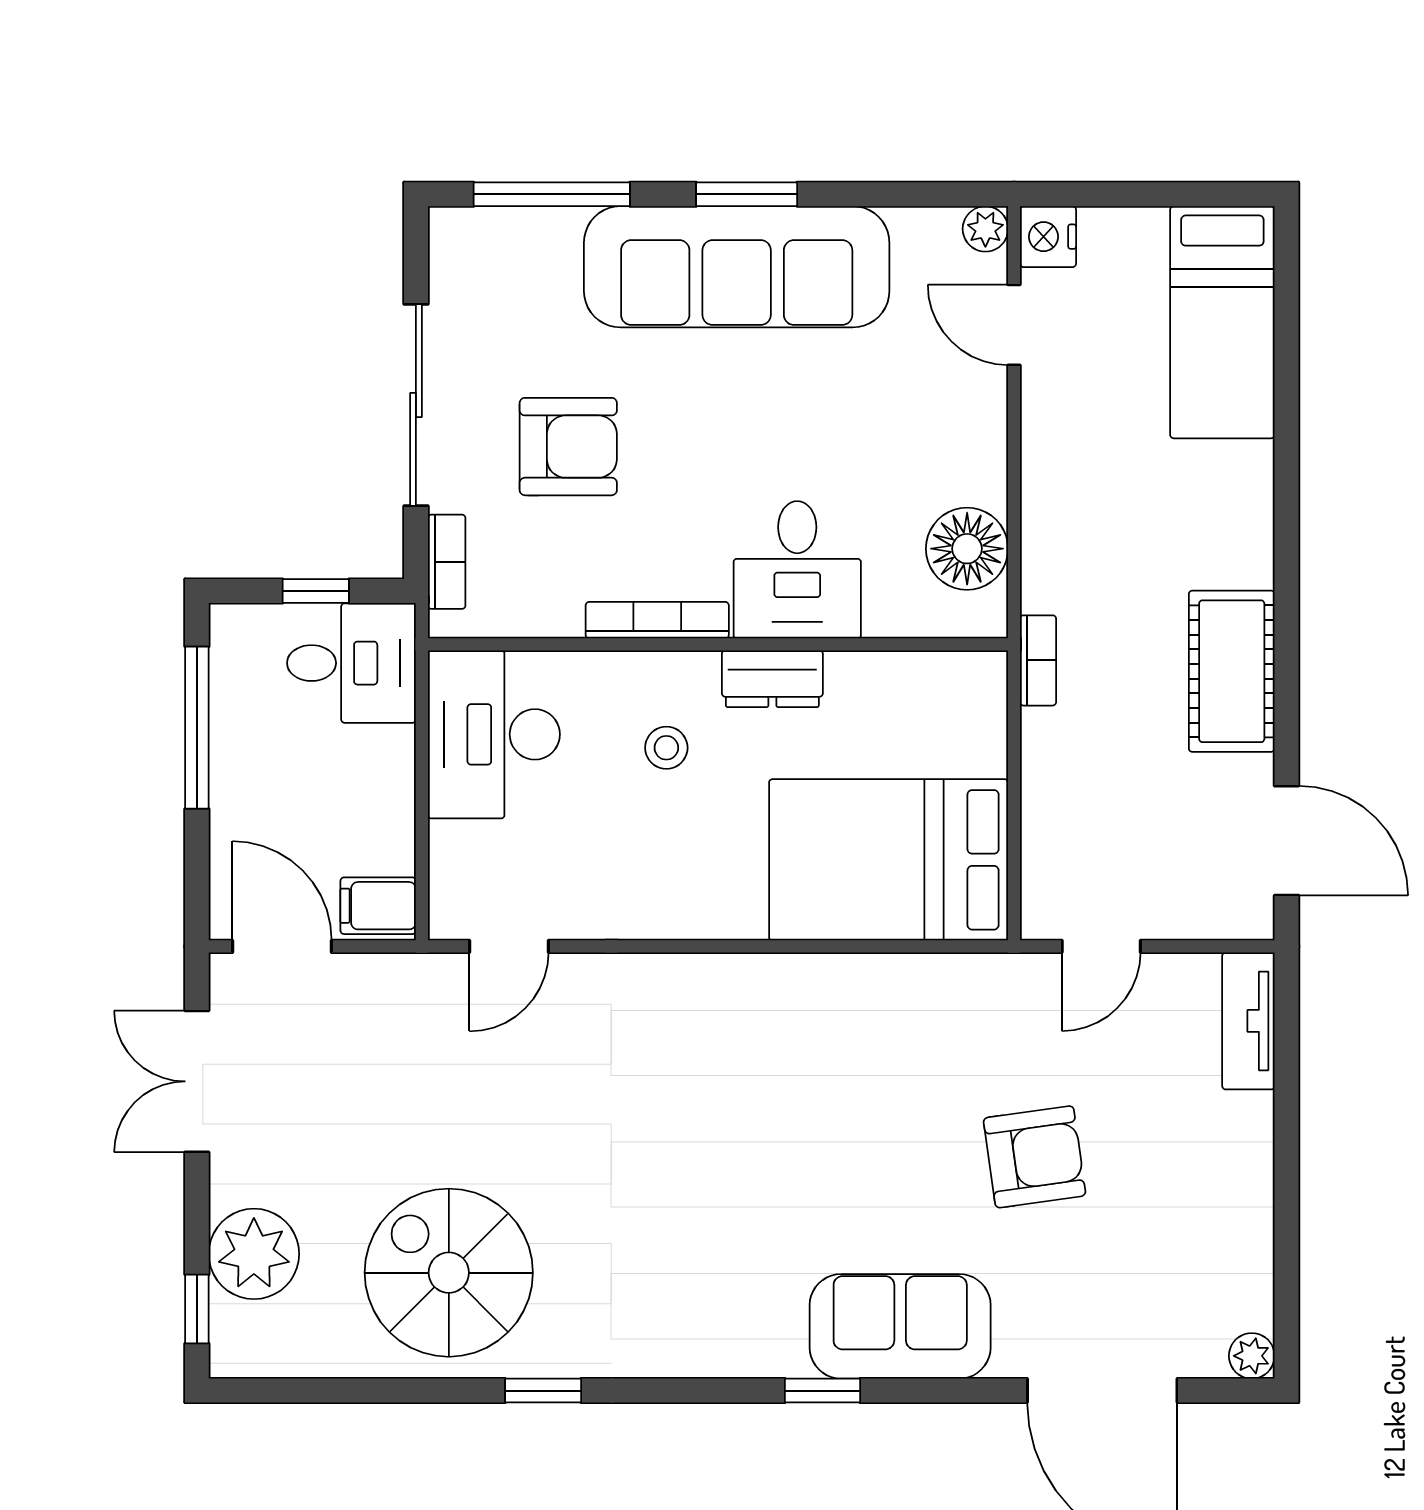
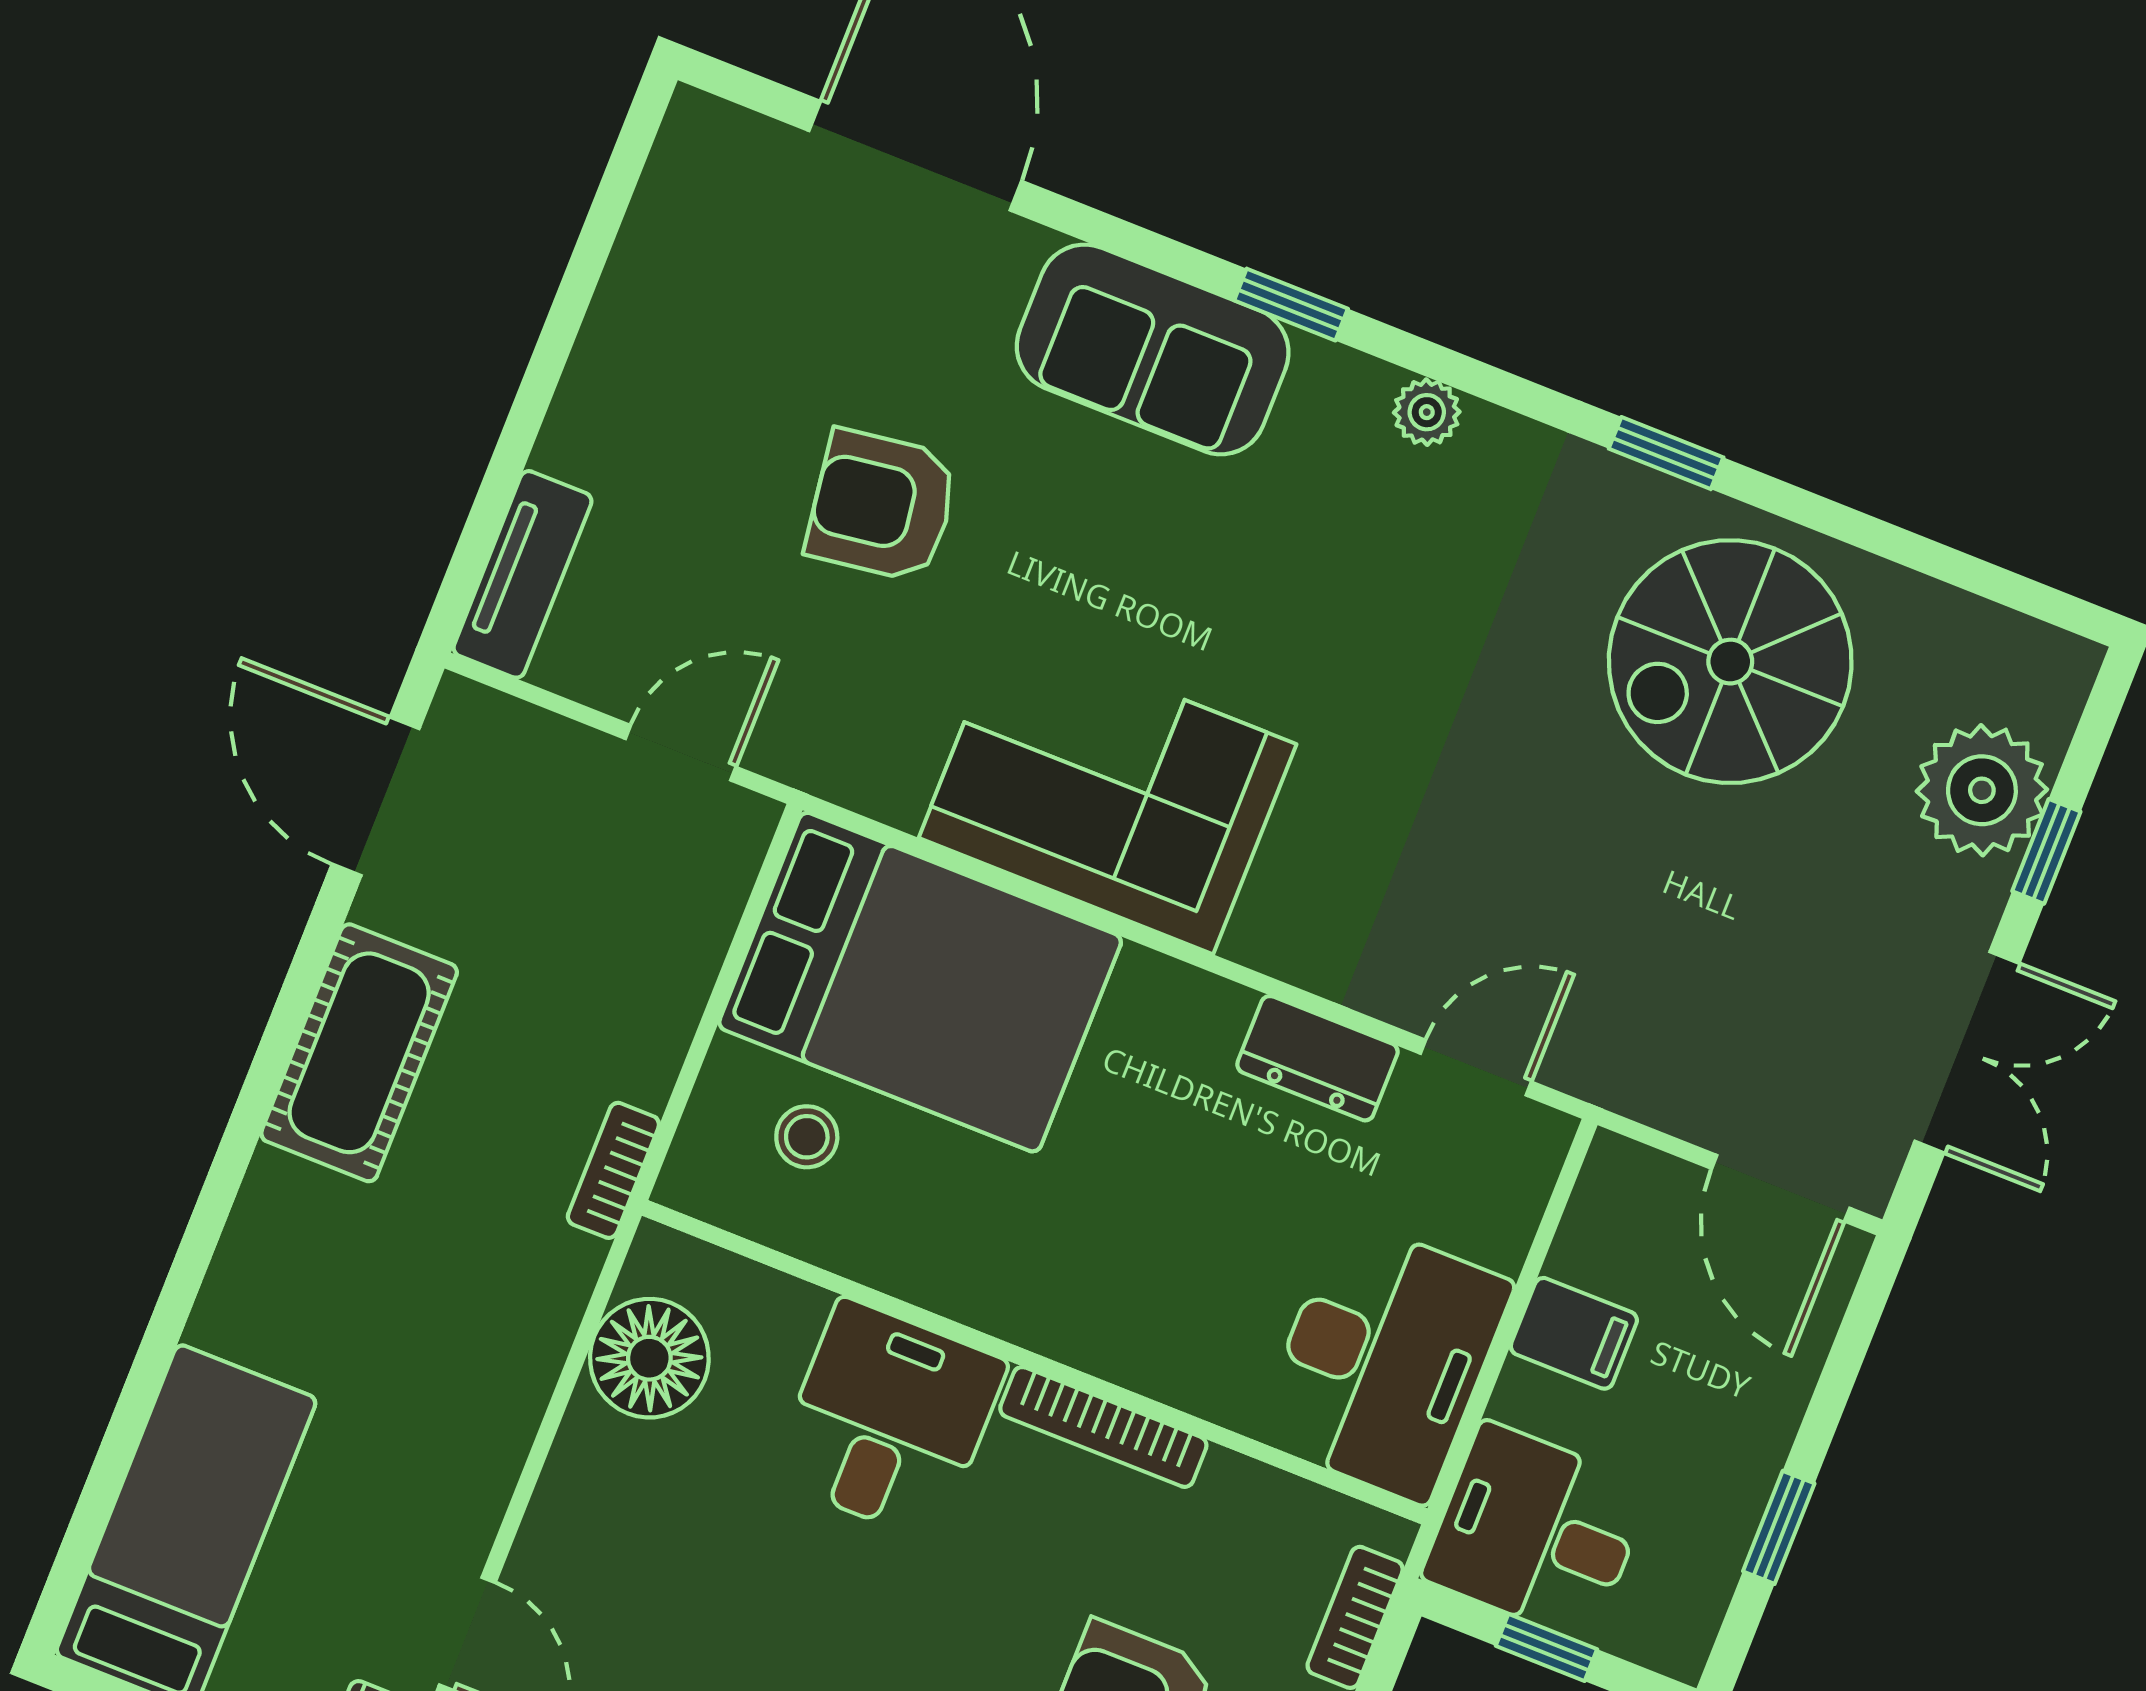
dresser: (772, 679) -> (1317, 1058), moved, turned 180
window: (197, 728) -> (1779, 1527), width x0.46
stool: (666, 748) -> (807, 1137), moved
filing cabinet: (378, 906) -> (1574, 1333), moved
corner sofa: (817, 1031) -> (1108, 791), added
spiral stairs: (449, 1273) -> (1730, 662), turned 90
window: (197, 1309) -> (2046, 851), moved
plant: (1252, 1356) -> (1427, 412), moved

